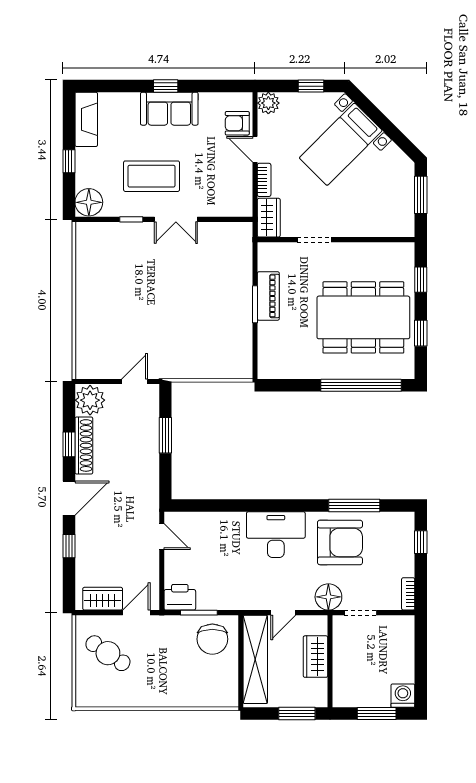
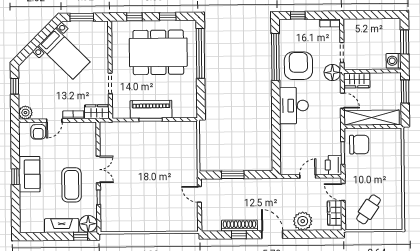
fireplace: (86, 119) -> (62, 226), moved
bed with nightstands: (341, 144) -> (64, 54), moved
window: (69, 161) -> (81, 236), moved
piano: (268, 296) -> (151, 109), width x1.37, depth x1.33
dining table: (363, 317) -> (158, 52), turned 90
plant: (90, 400) -> (303, 221), moved
window: (354, 506) -> (275, 57), width x1.46
door: (162, 537) -> (308, 176), moved
window: (69, 546) -> (302, 234), removed
wardrobe: (315, 657) -> (357, 80), moved
washing machine: (403, 696) -> (394, 61), moved

